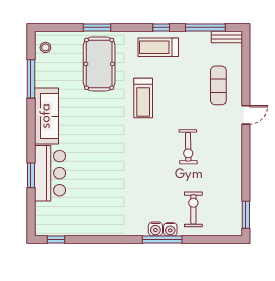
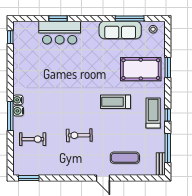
sofa: (46, 116) -> (120, 30), moved
water cooler: (170, 229) -> (18, 100), moved

